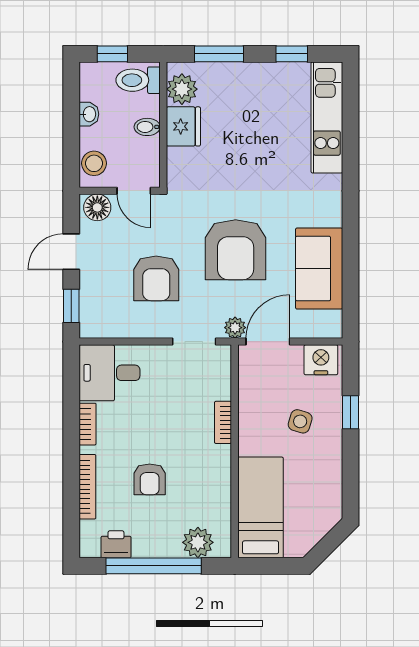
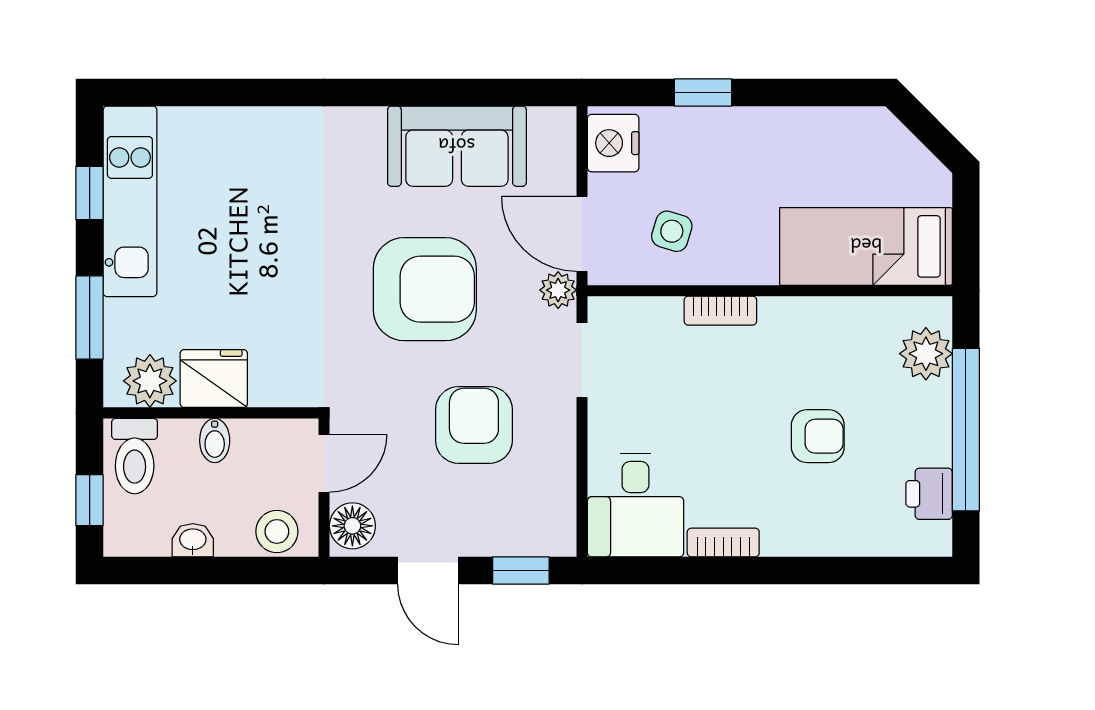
kitchen unit: (327, 117) -> (130, 201), moved, turned -90
armchair: (156, 278) -> (474, 425), turned -90
side table: (300, 421) -> (672, 231), moved
bookcase: (87, 487) -> (831, 543), removed

